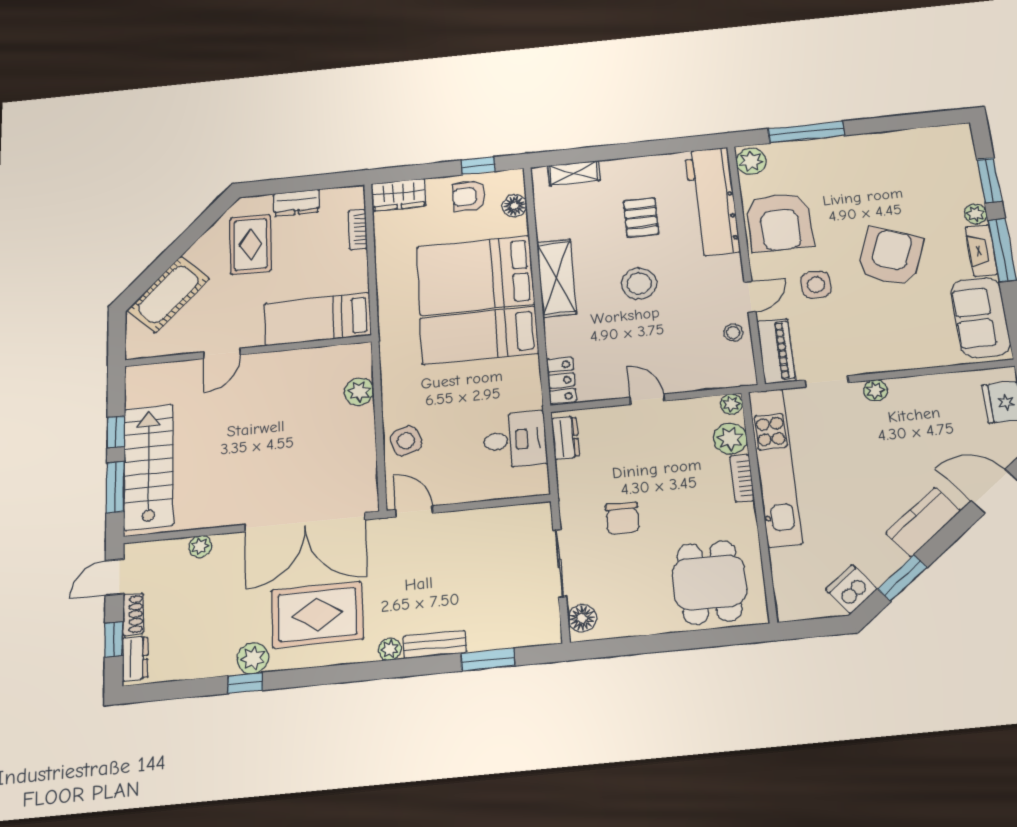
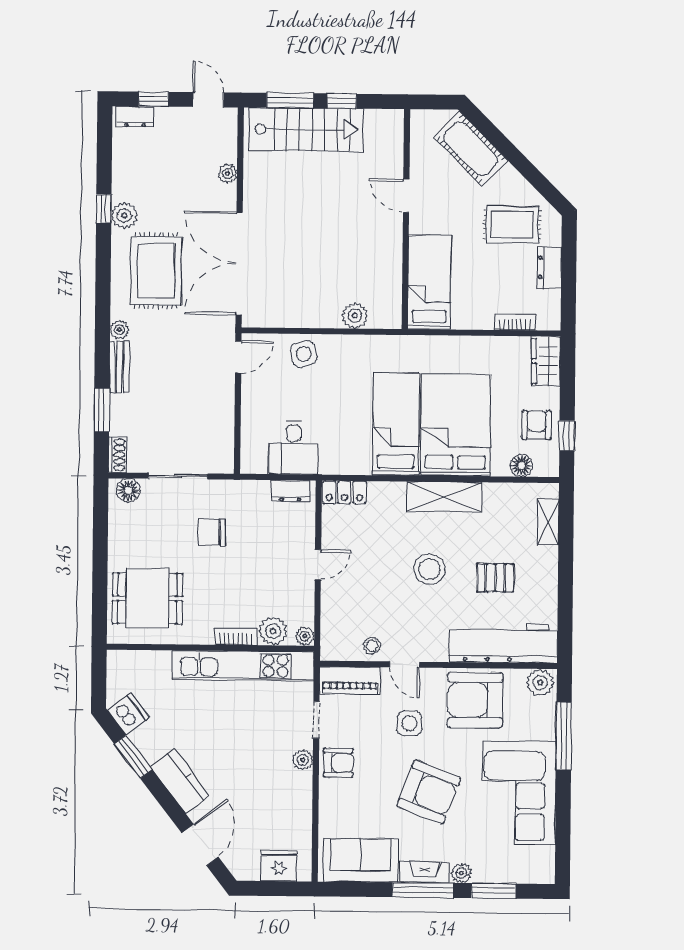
corner sofa: (876, 168) -> (519, 793), added
armchair: (872, 353) -> (338, 763), added
shoe rack: (133, 614) -> (117, 455), moved, turned -90

